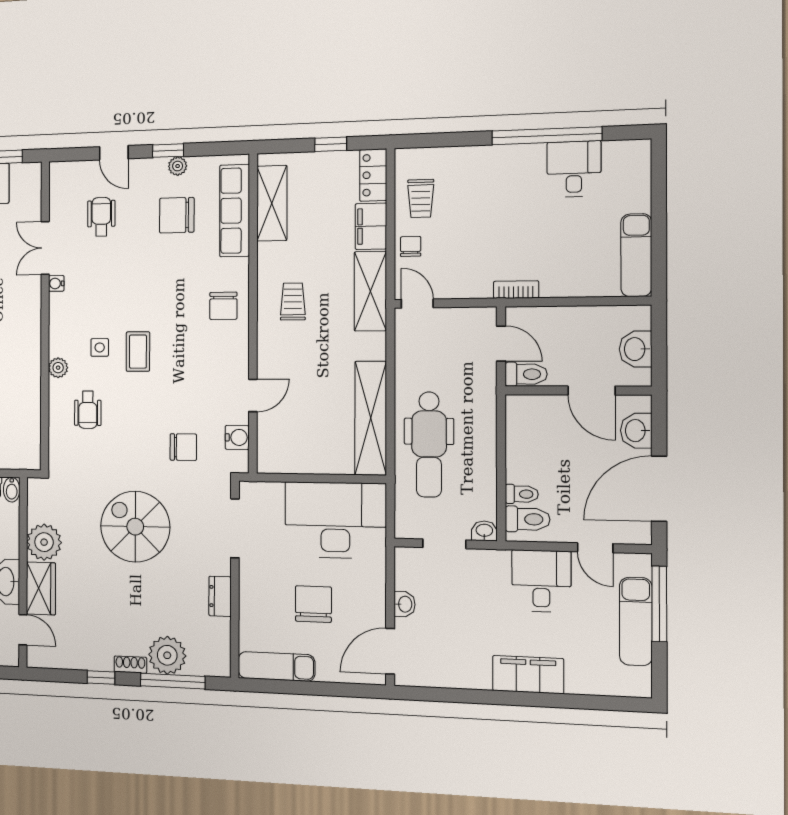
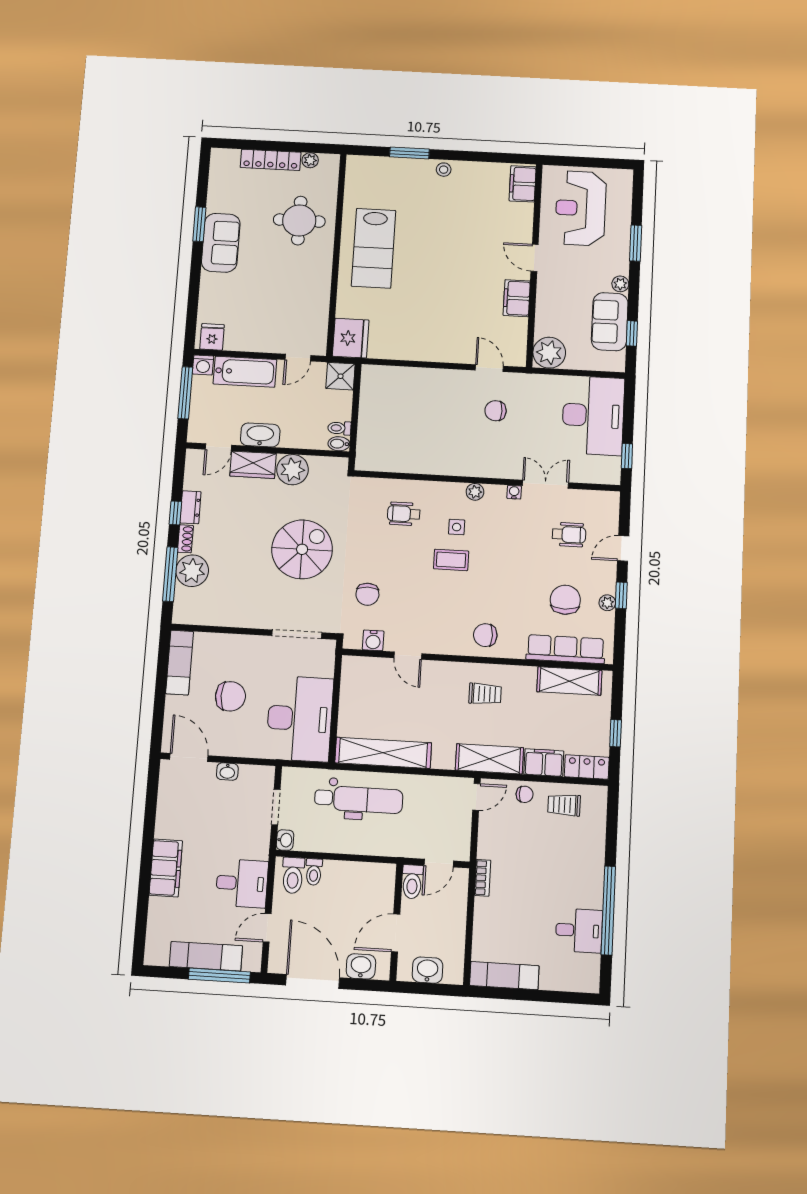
plant: (58, 368) -> (475, 492), moved
dental chair: (429, 444) -> (359, 799), turned 180
dresser: (220, 596) -> (190, 507), moved, turned 90

